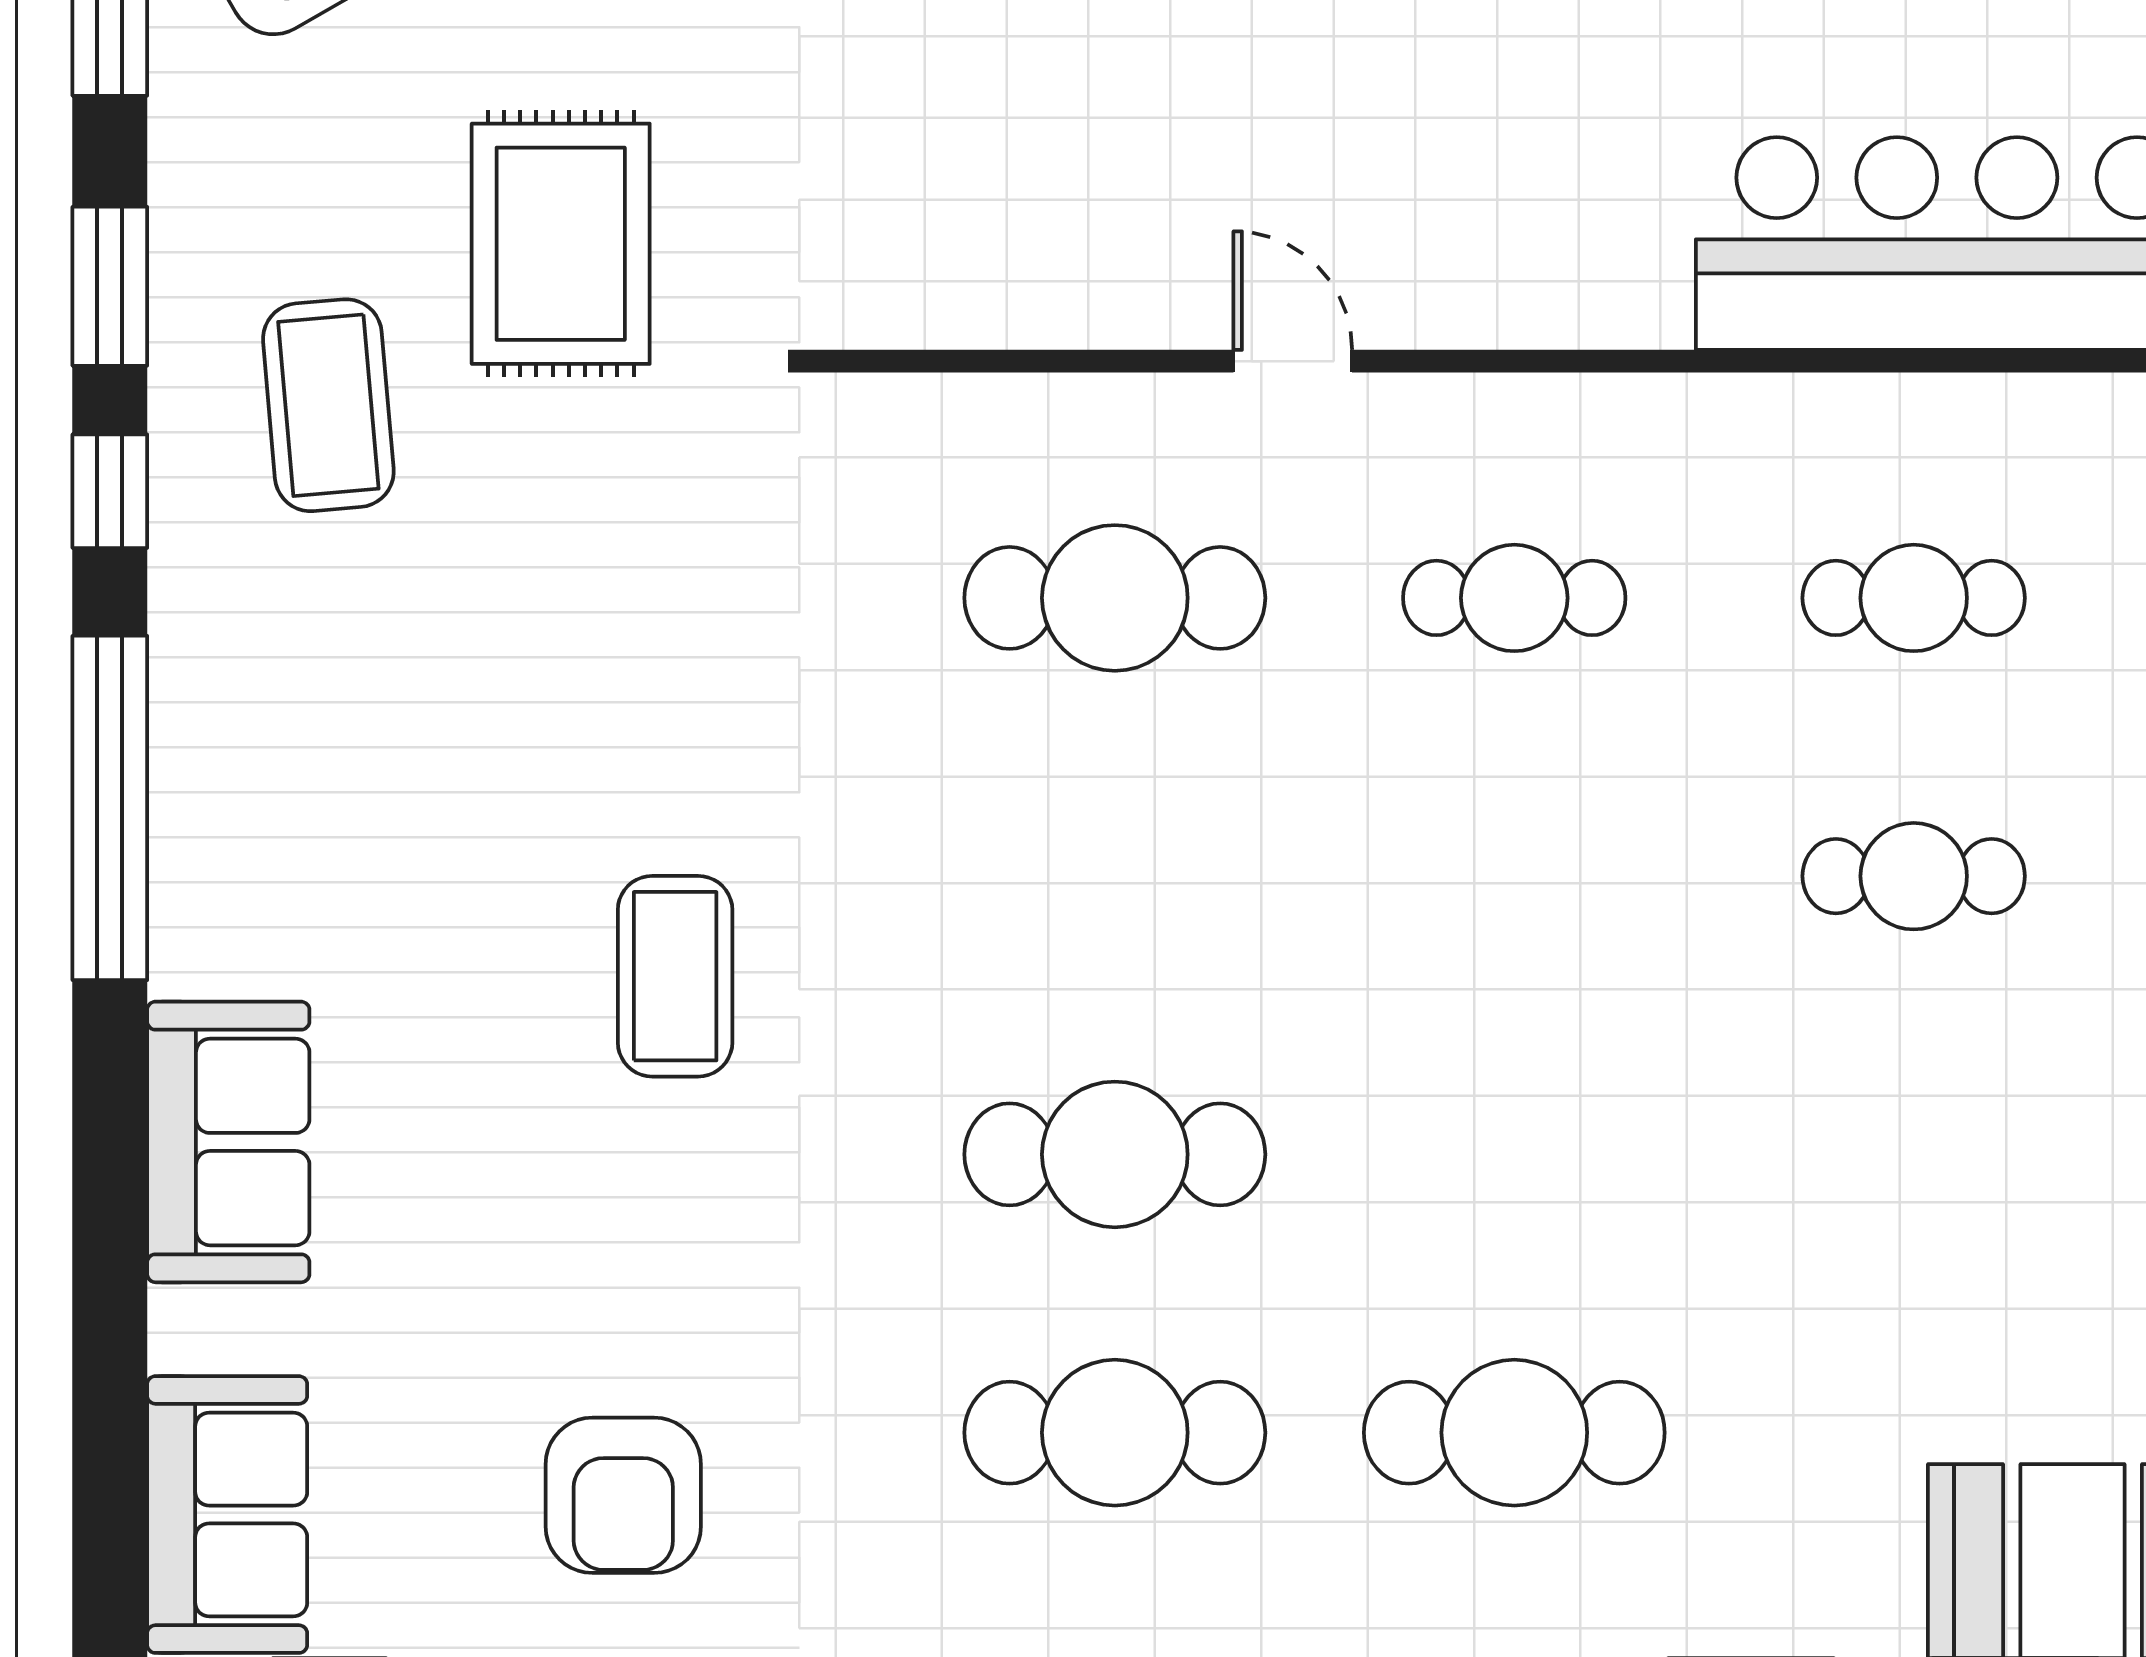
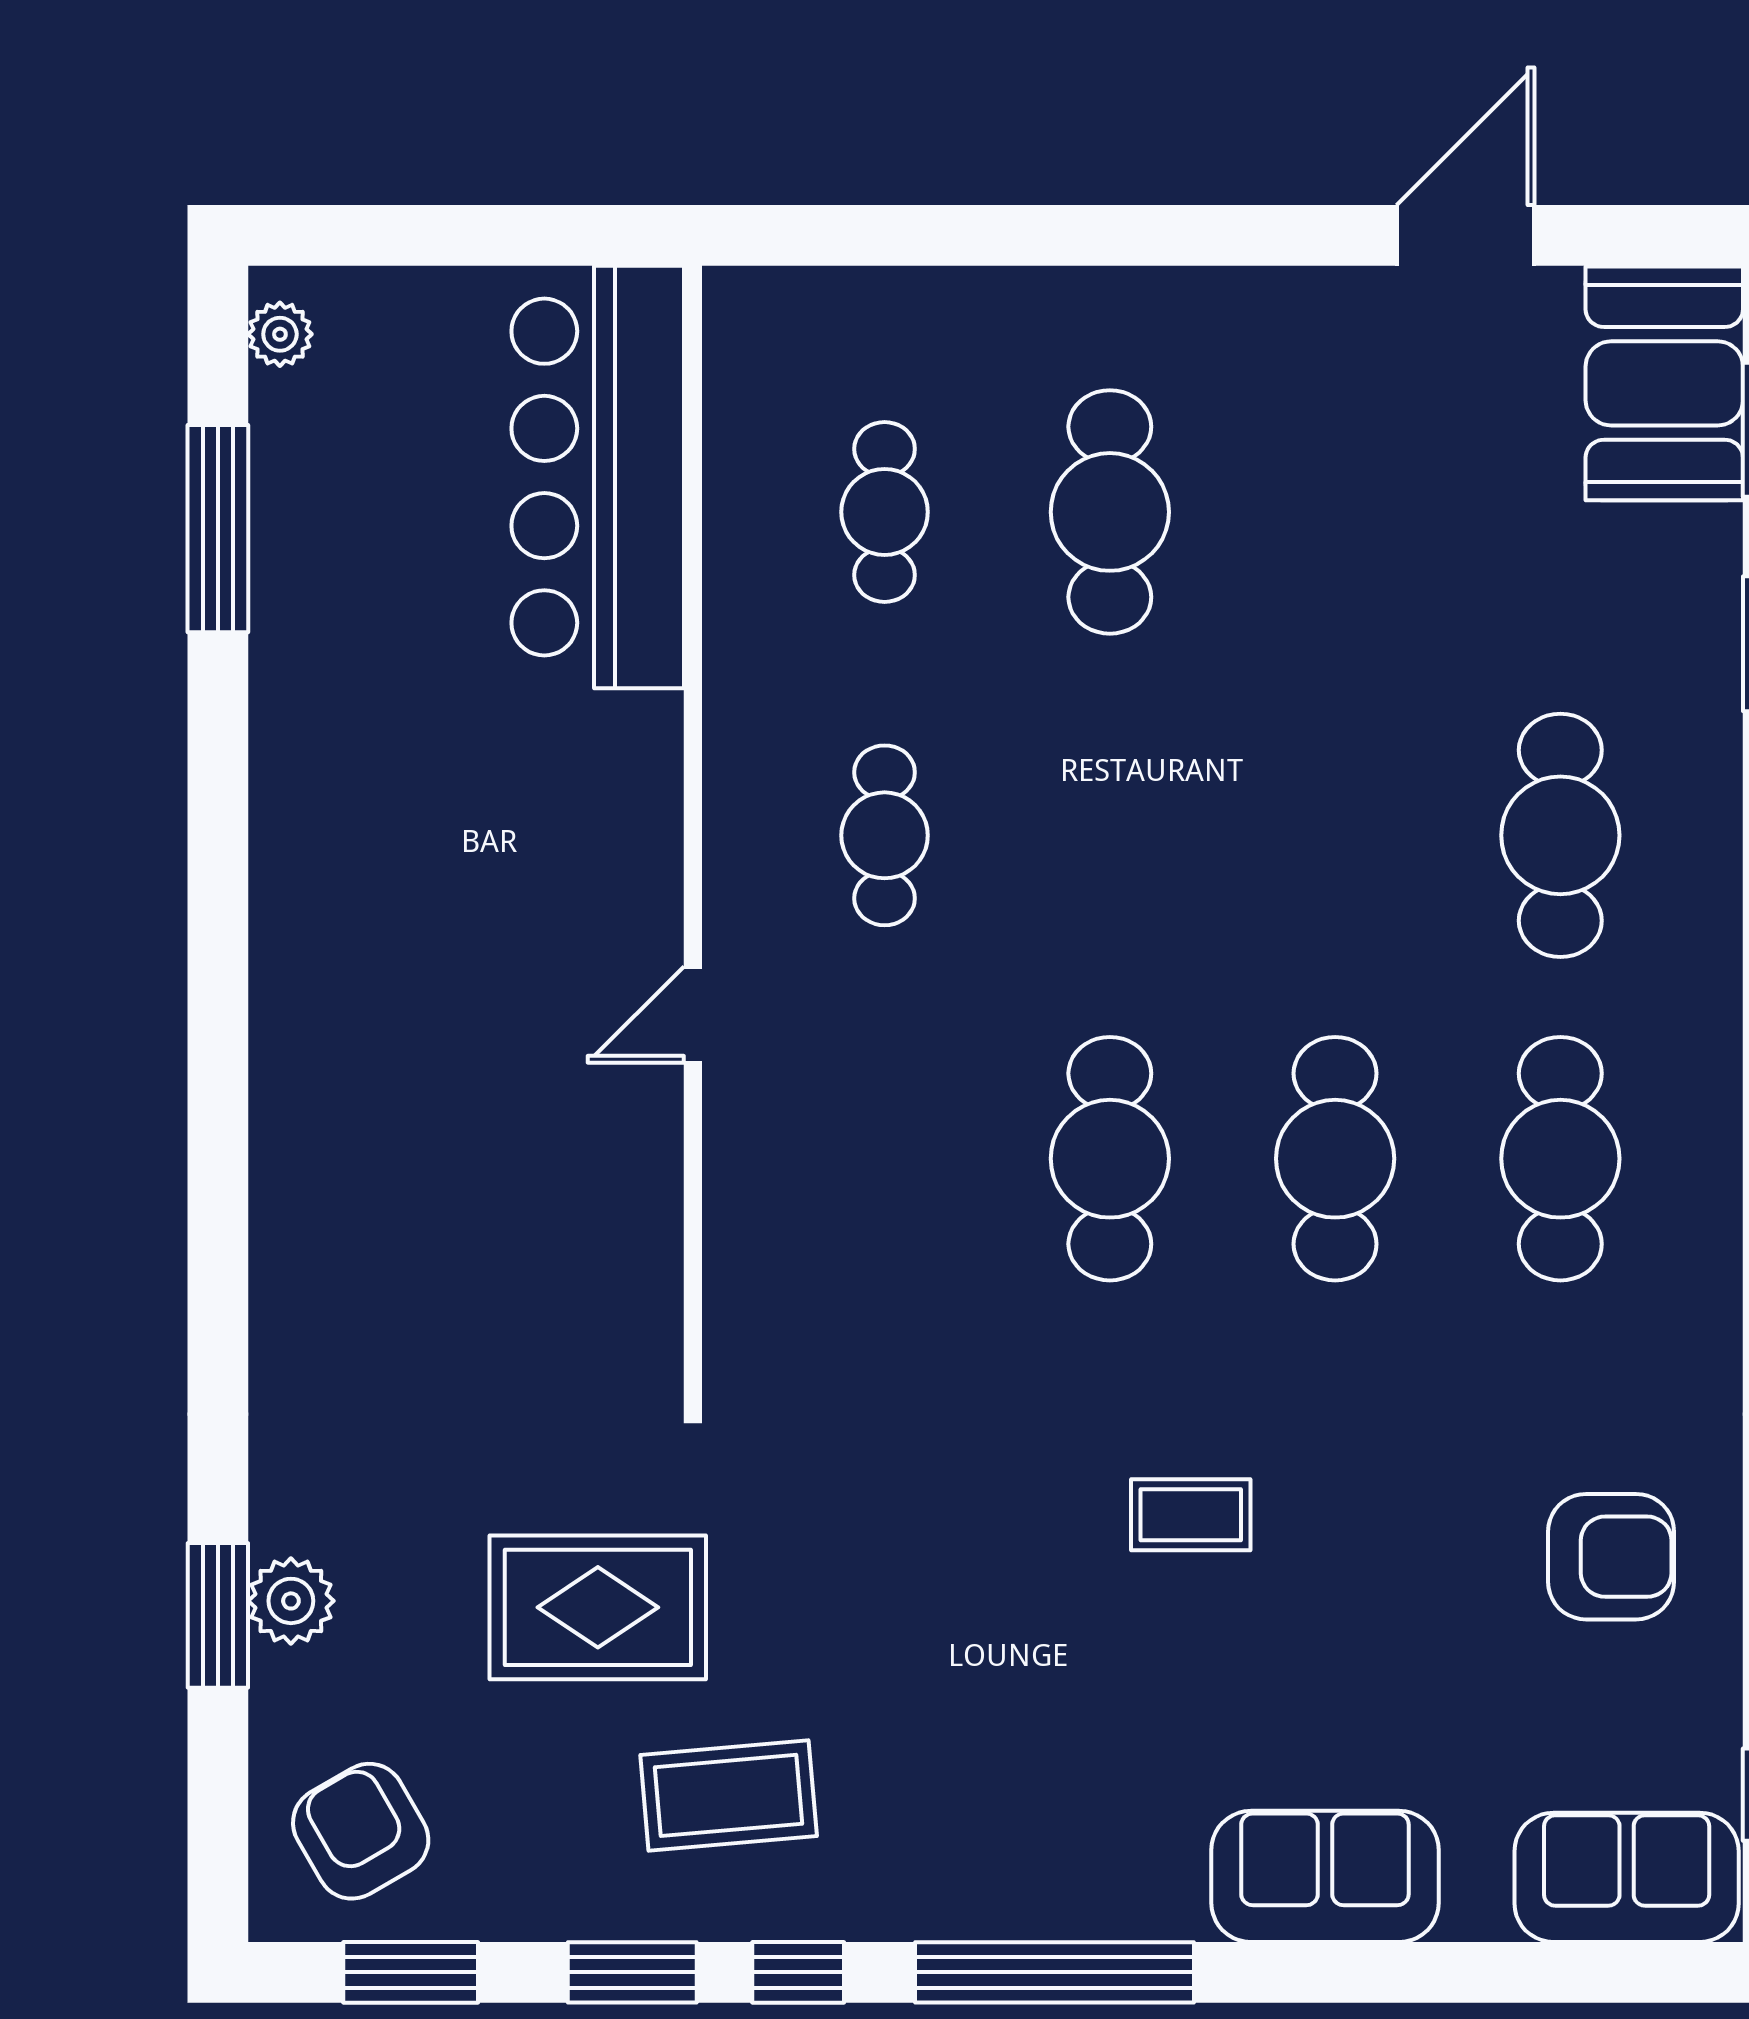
cafe table: (1115, 598) -> (1110, 1159), moved
cafe table: (1914, 876) -> (1110, 512), width x1.37, depth x1.35
coffee table: (675, 976) -> (1191, 1515), width x0.73, depth x0.77

